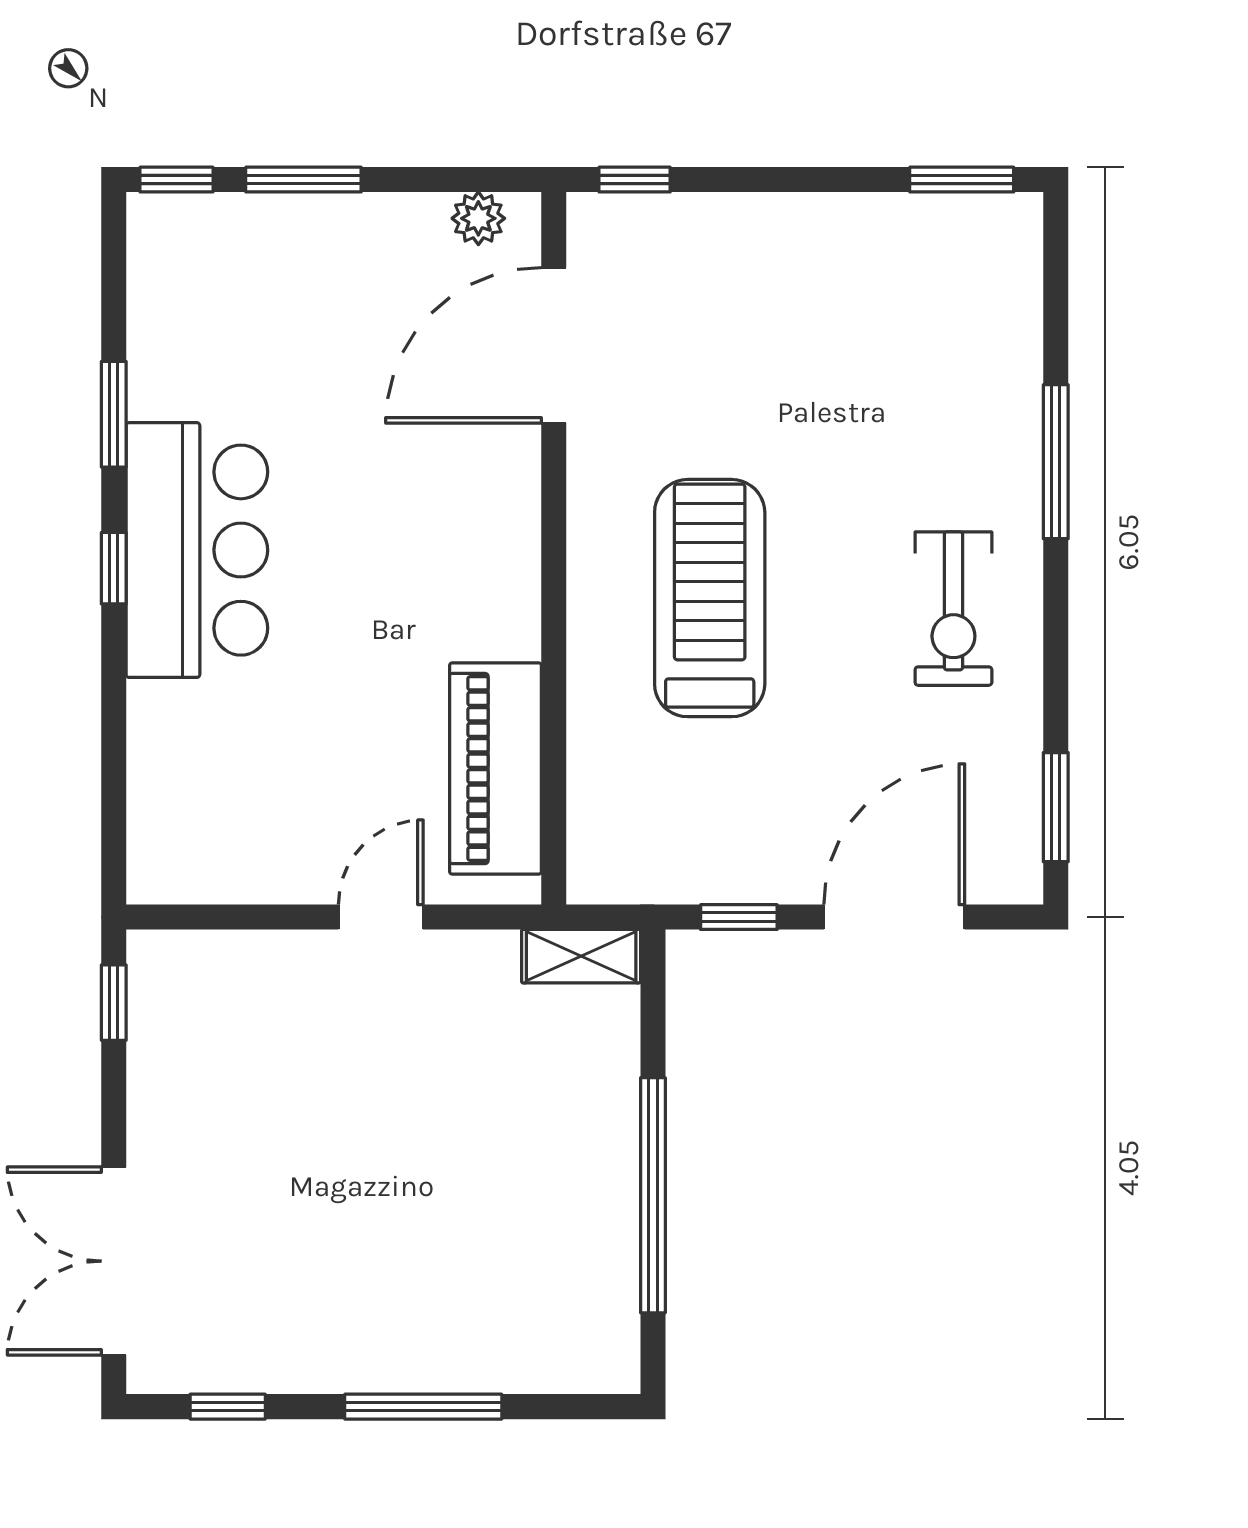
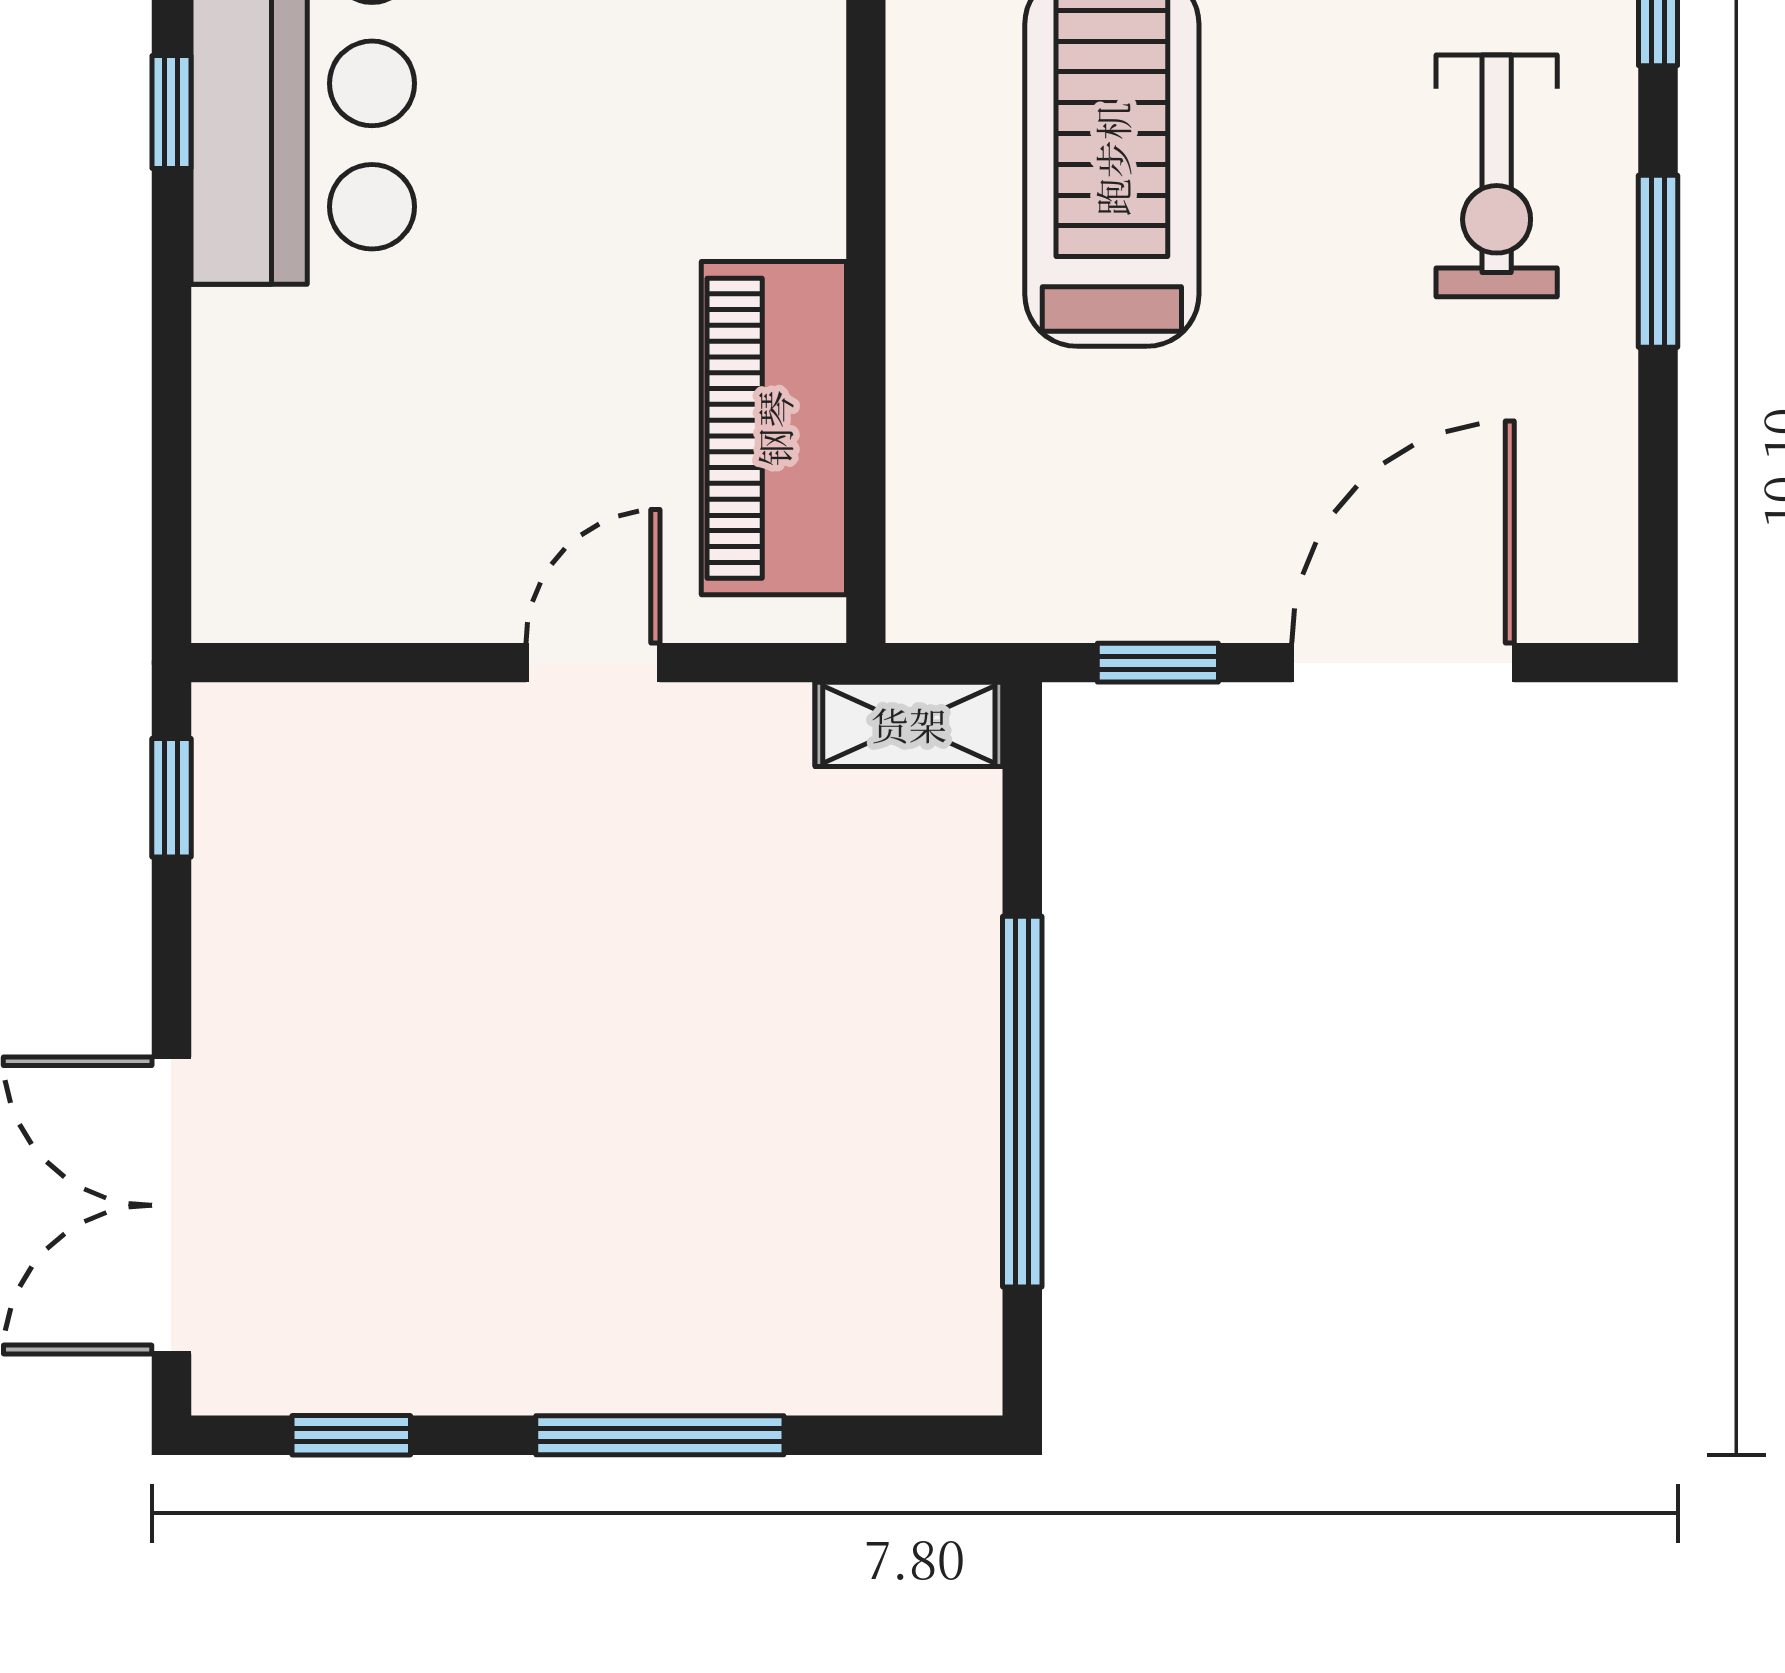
window: (1056, 807) -> (1658, 261), moved

